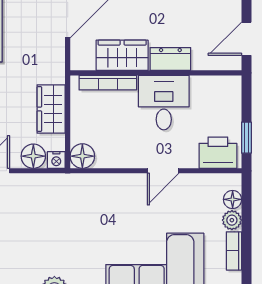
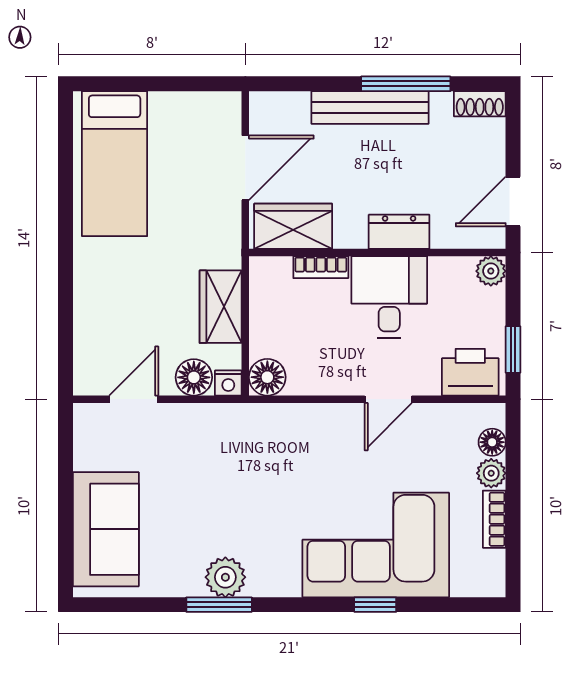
wardrobe: (122, 55) -> (293, 226), moved
bookcase: (108, 83) -> (321, 267), width x0.64
plant: (232, 85) -> (491, 271), added

